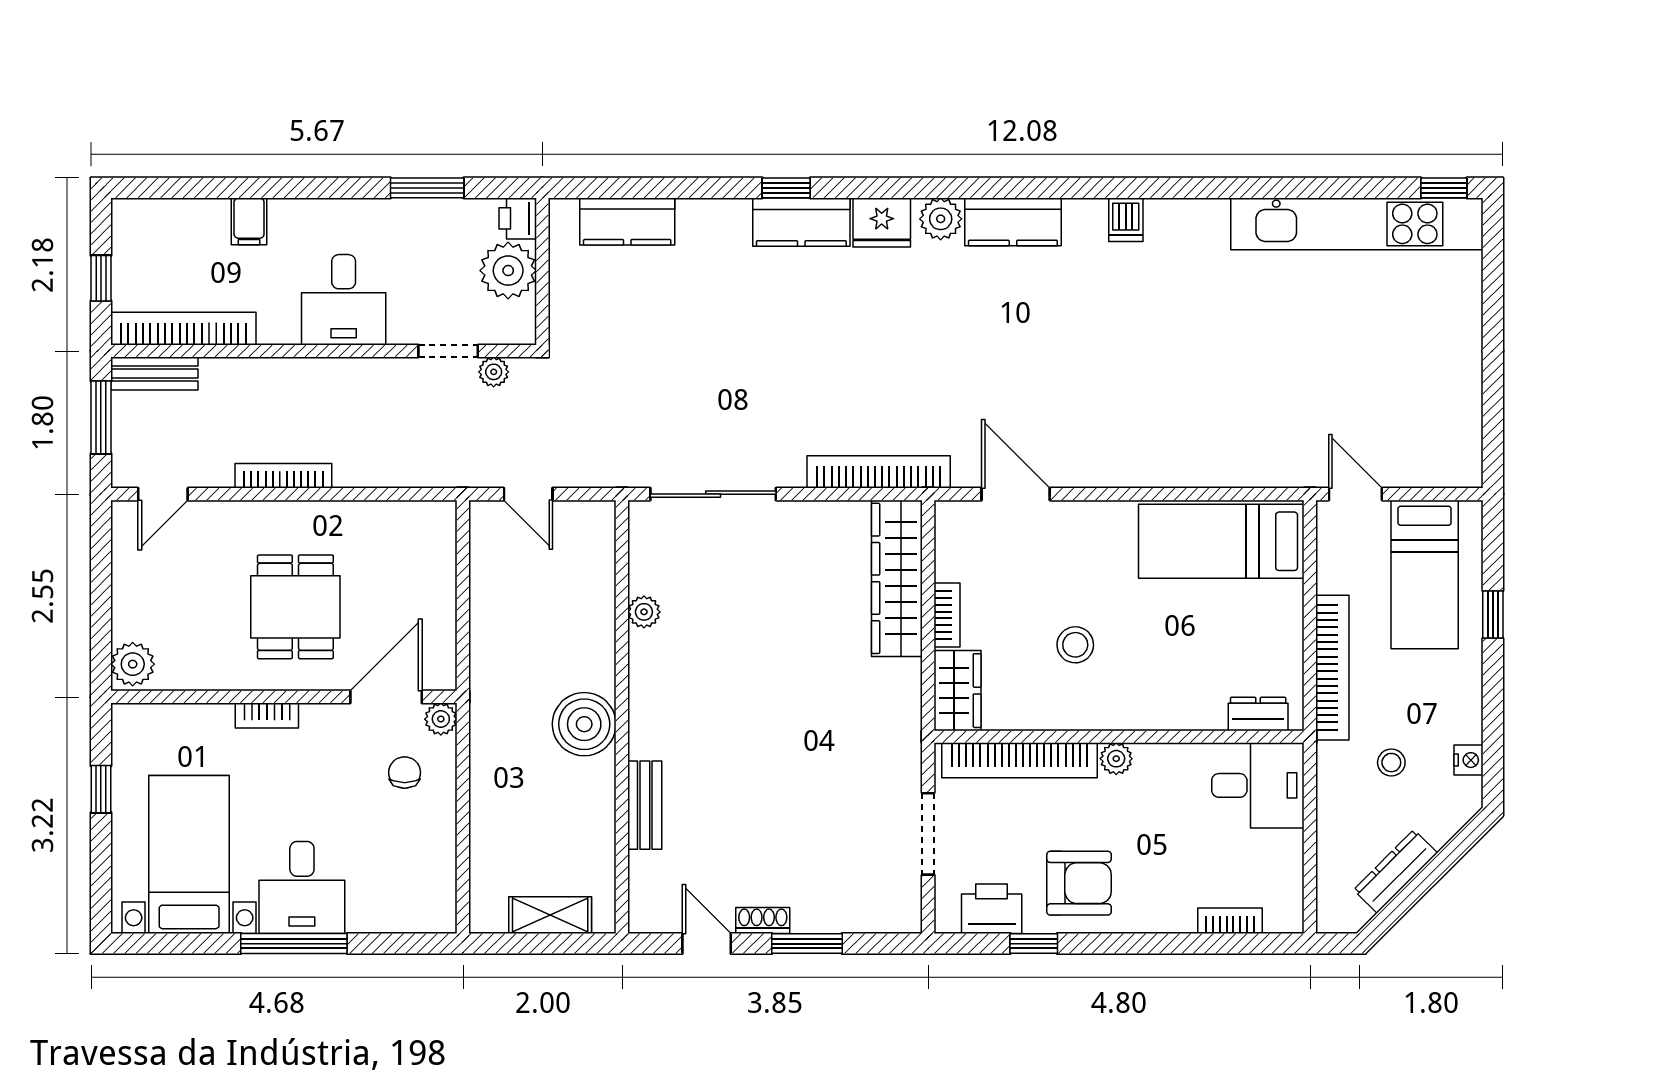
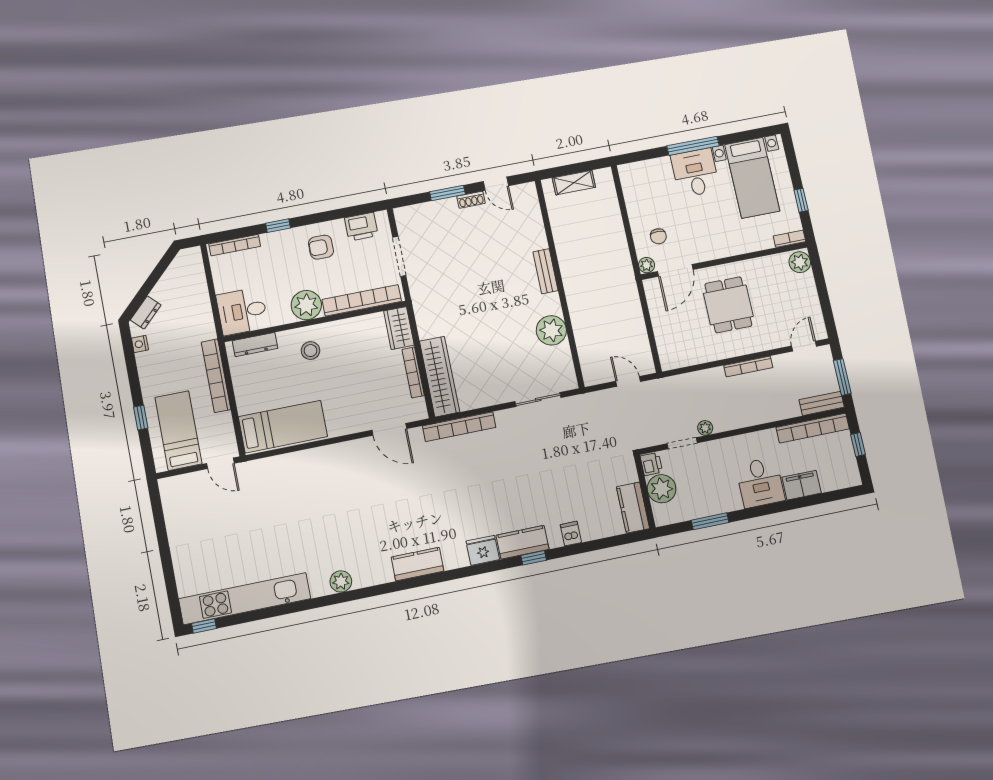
printer: (518, 218) -> (651, 464), moved
plant: (941, 219) -> (341, 581), moved
dishwasher: (1126, 220) -> (571, 534), moved
filing cabinet: (249, 221) -> (802, 485), width x2.00
kitchen counter: (627, 222) -> (633, 508), moved, turned -90
desk: (344, 300) -> (760, 483), moved, turned 180
plant: (494, 372) -> (705, 428), moved
sliding door: (713, 494) -> (538, 400), width x0.73
plant: (644, 612) -> (551, 330), width x1.87, depth x1.87
bookcase: (947, 615) -> (413, 372), width x1.56
stool: (1075, 645) -> (310, 351), moved
dresser: (1258, 714) -> (255, 345), width x1.44
bookcase: (267, 715) -> (789, 239), moved
boiler: (584, 724) -> (577, 276), removed
plant: (1116, 759) -> (306, 305), width x1.88, depth x1.88
stool: (1391, 763) -> (178, 335), removed
bench: (645, 805) -> (545, 271), moved
dresser: (1395, 871) -> (146, 312), moved, width x0.70
armchair: (1079, 883) -> (321, 247), width x0.72, depth x0.72
bookcase: (1230, 921) -> (235, 245), width x1.56
window: (1034, 944) -> (278, 226), moved

